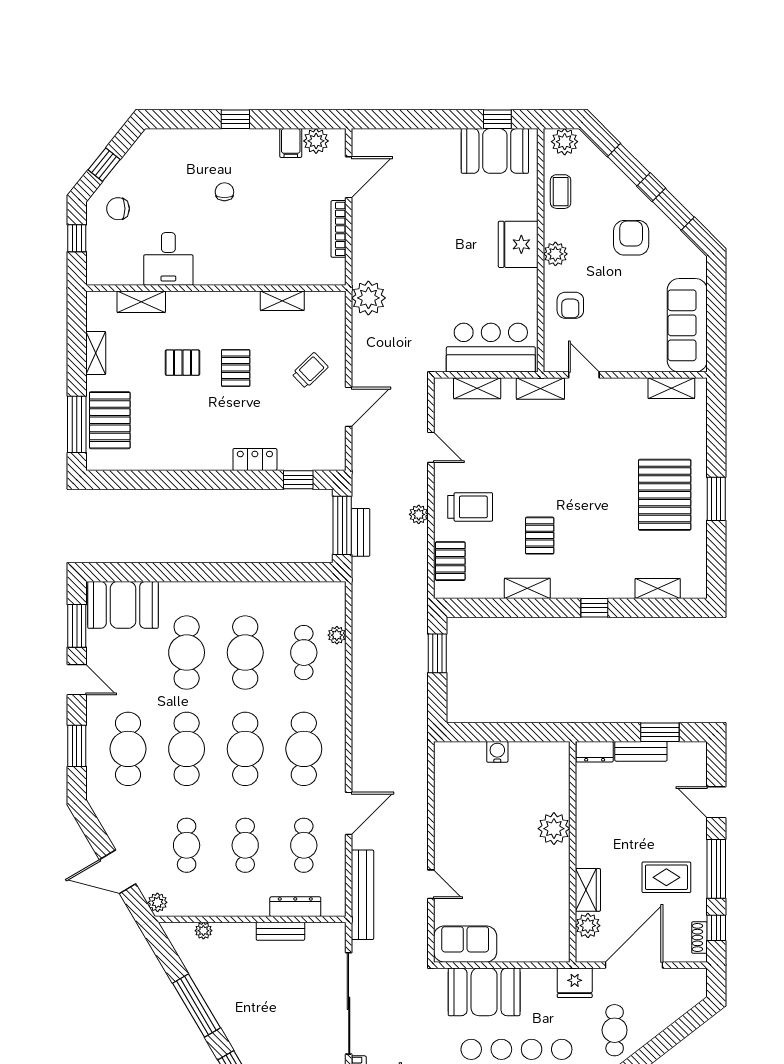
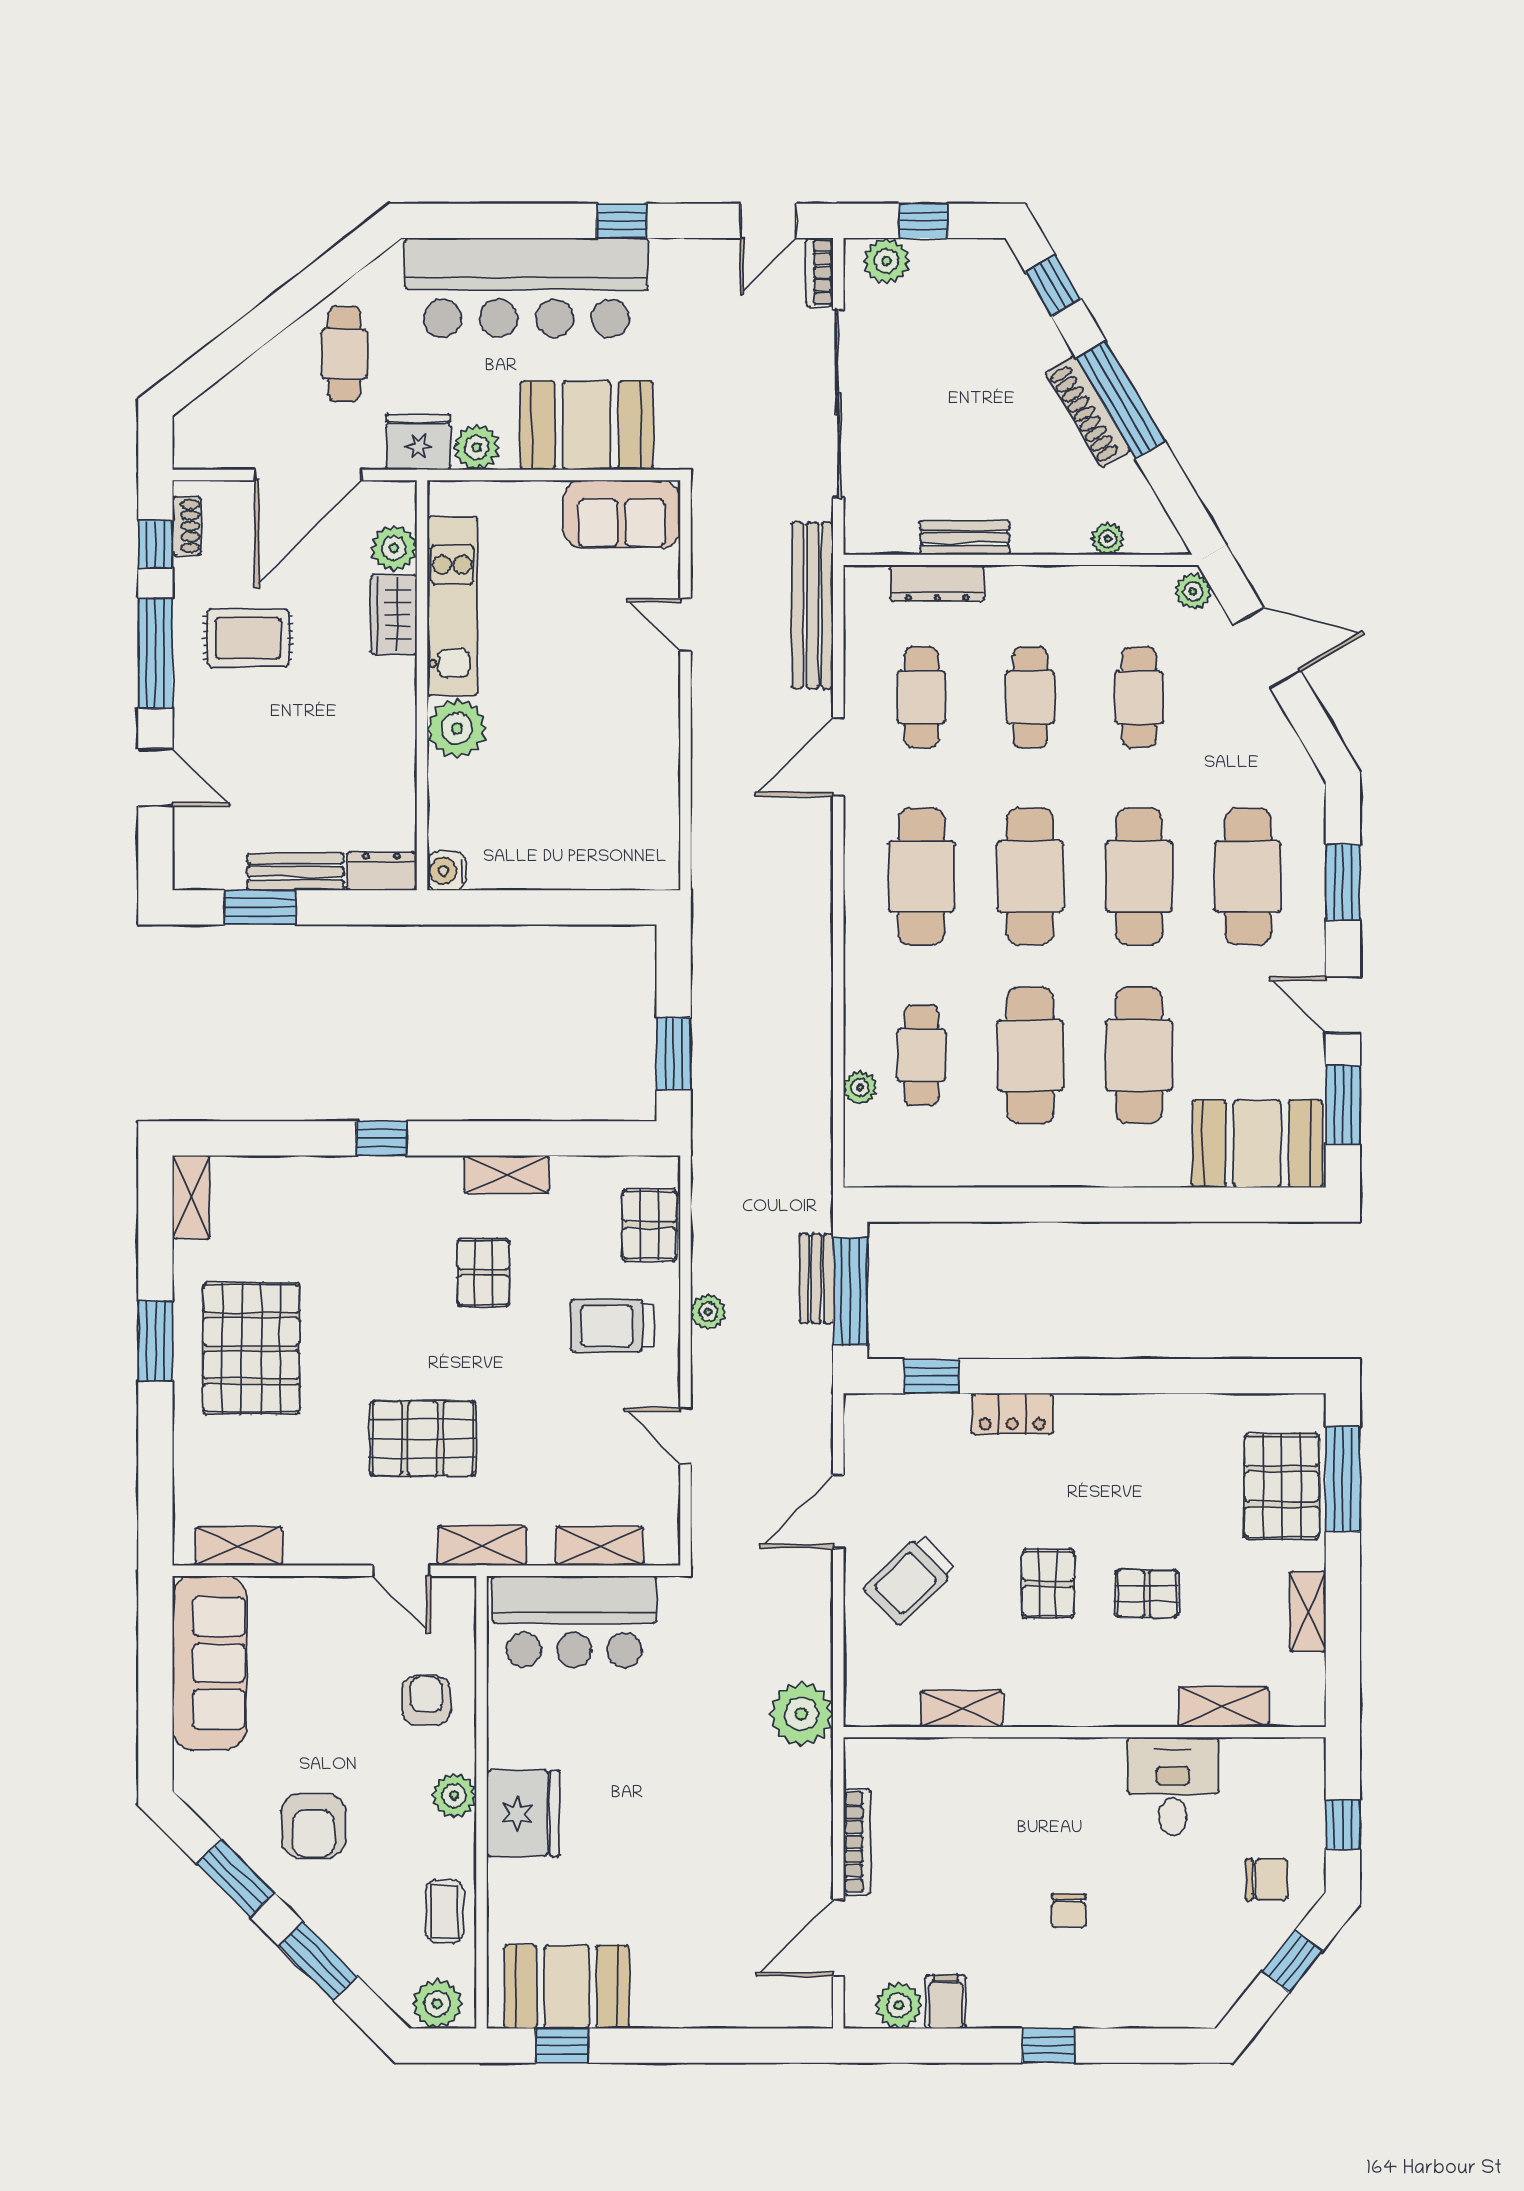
trolley: (310, 370) -> (910, 1579), width x1.36, depth x1.39
pallet: (572, 446) -> (423, 1439), added
shelving: (658, 589) -> (191, 1197), moved, turned 90
water cooler: (497, 752) -> (447, 871), moved, turned 90
kitchen unit: (556, 895) -> (452, 606), added
plant: (543, 980) -> (477, 447), added
shoe rack: (214, 999) -> (1088, 412), added

